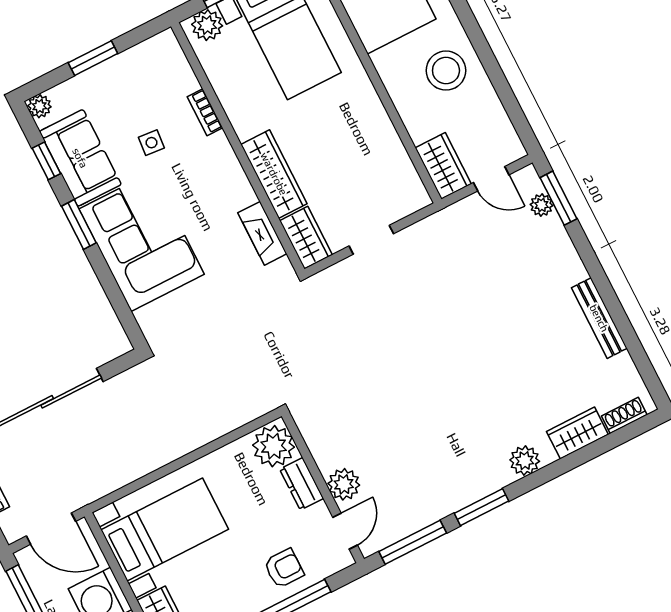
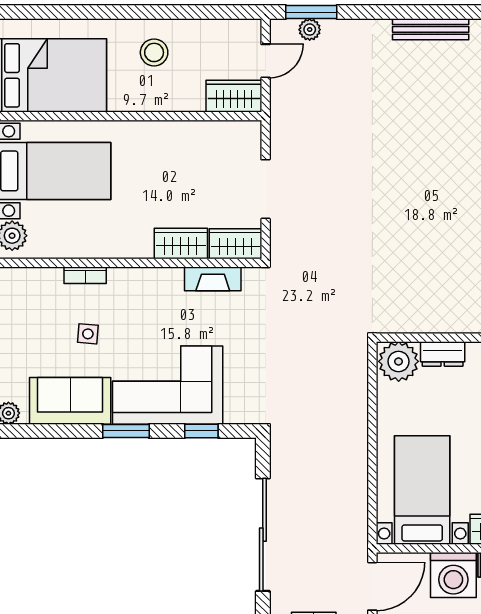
stool: (446, 71) -> (154, 52), width x0.73, depth x0.73
window: (46, 161) -> (201, 431), moved
wardrobe: (274, 174) -> (181, 244), width x0.67
doorway: (371, 240) -> (266, 189), width x1.38
plant: (344, 484) -> (461, 318), removed

